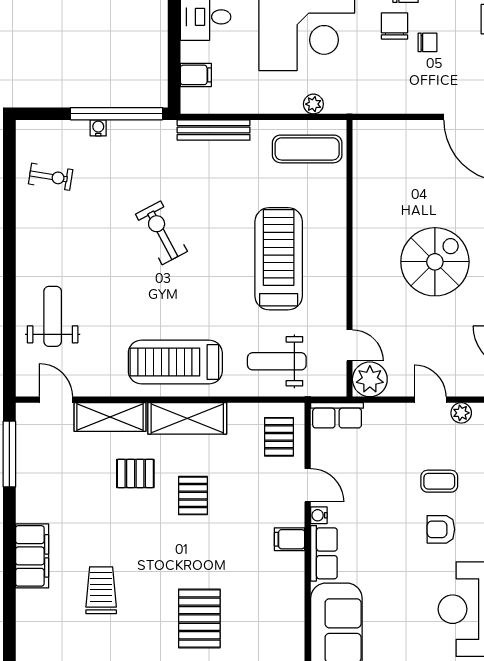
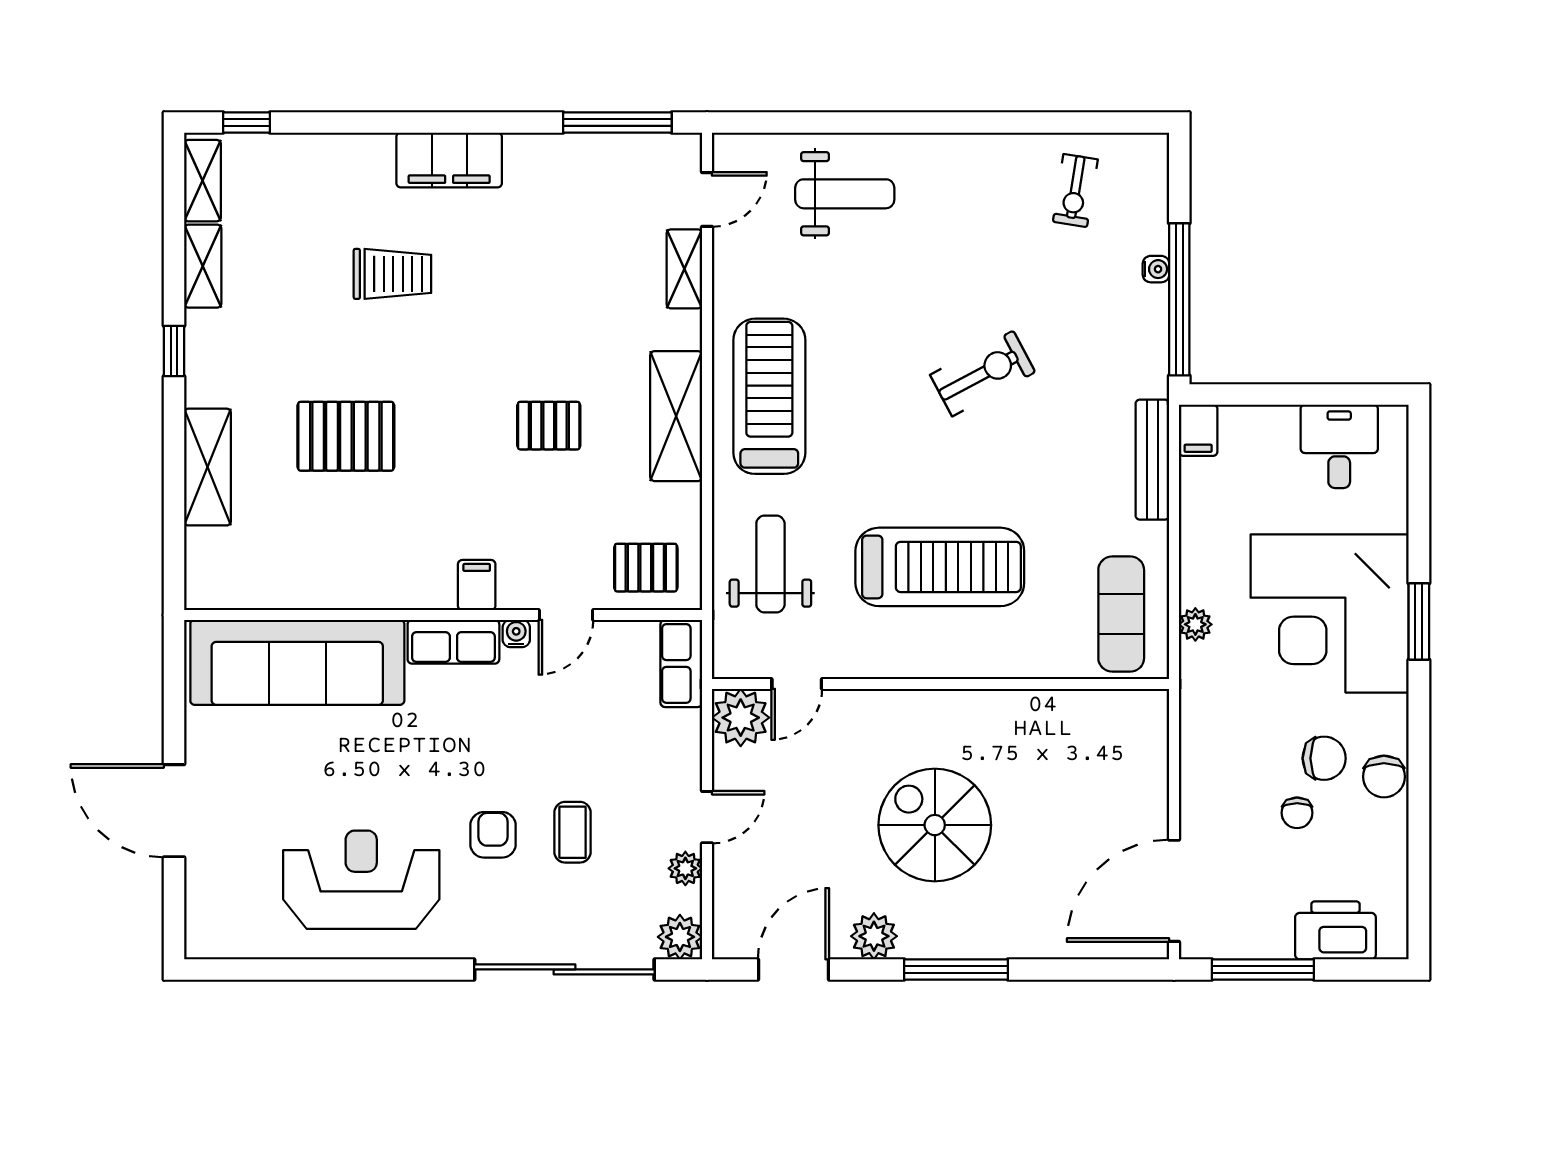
filing cabinet: (196, 75) -> (1198, 430), moved
spiral stairs: (435, 262) -> (935, 825), turned 180
shelving: (110, 417) -> (684, 269), width x0.67, depth x0.75
pallet: (135, 473) -> (585, 330), removed

